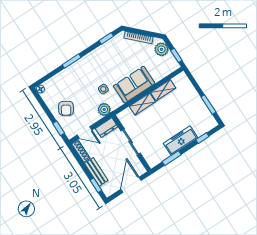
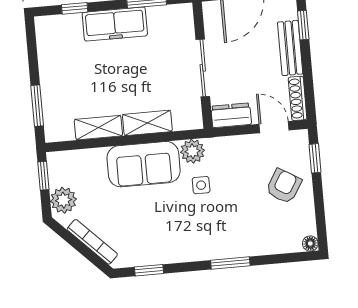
window: (208, 105) -> (37, 106), moved
plant: (104, 109) -> (192, 151), moved

